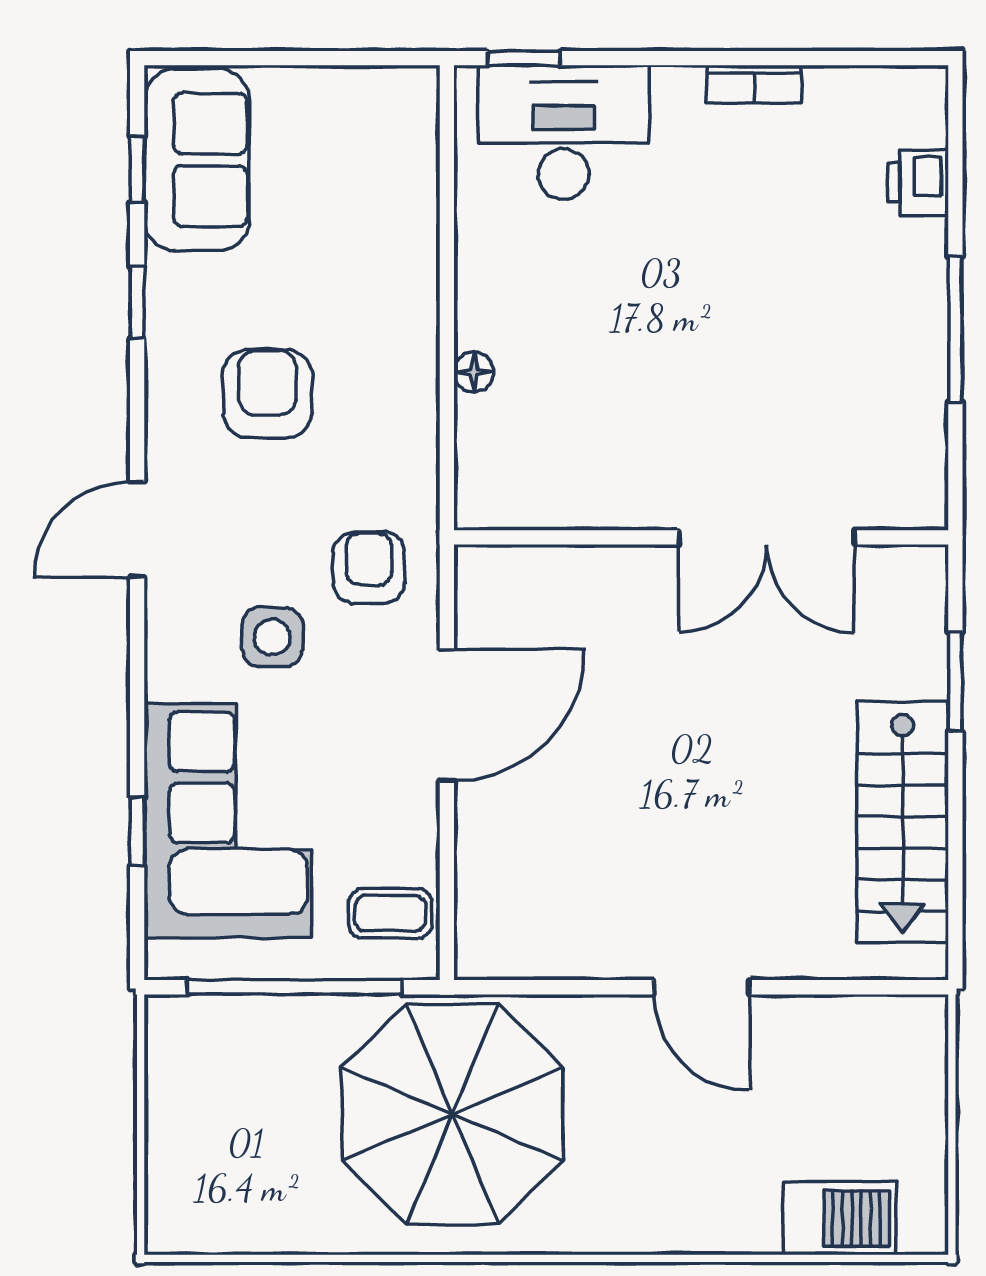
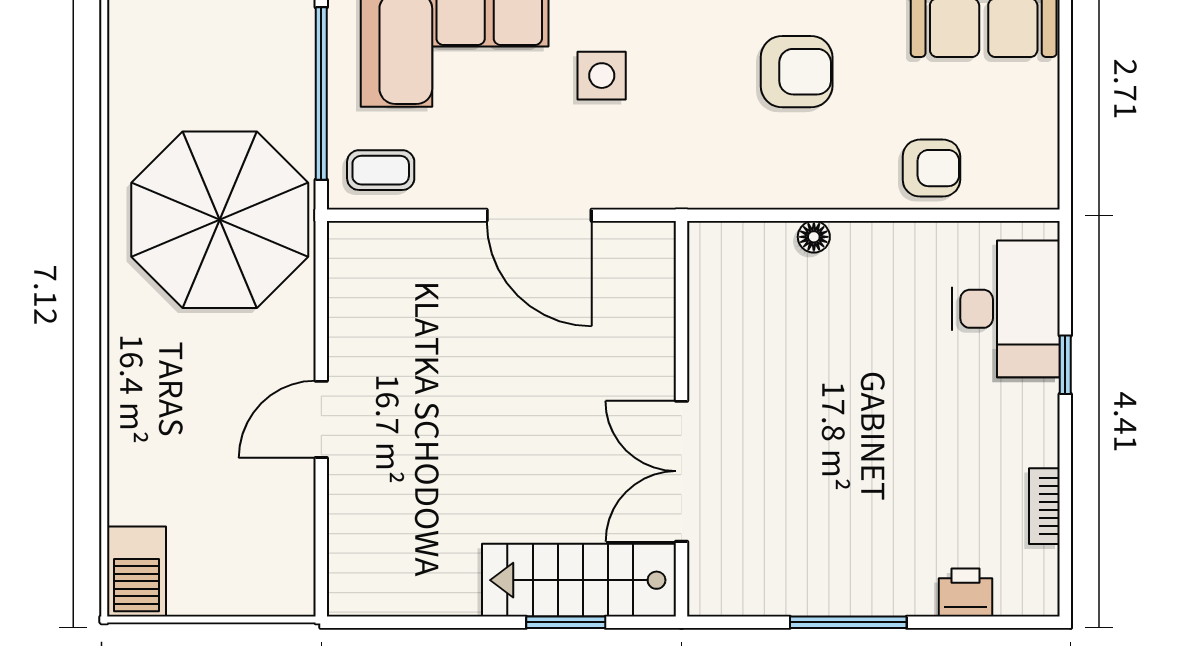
window: (524, 58) -> (1065, 365), moved
bookcase: (754, 84) -> (1044, 506), moved
armchair: (369, 568) -> (931, 168), moved
stairs: (903, 822) -> (579, 580), moved
coffee table: (390, 913) -> (381, 170), turned 90
barbecue: (840, 1218) -> (137, 572), moved

